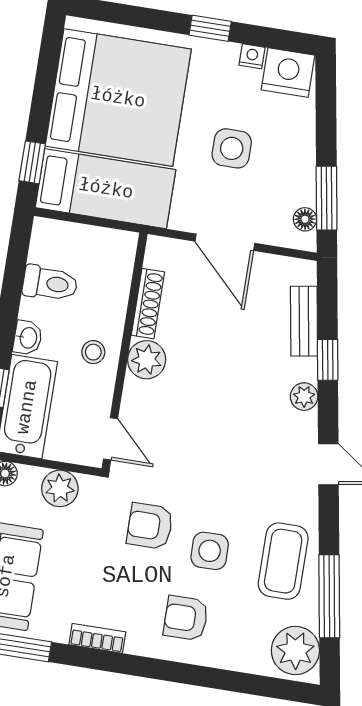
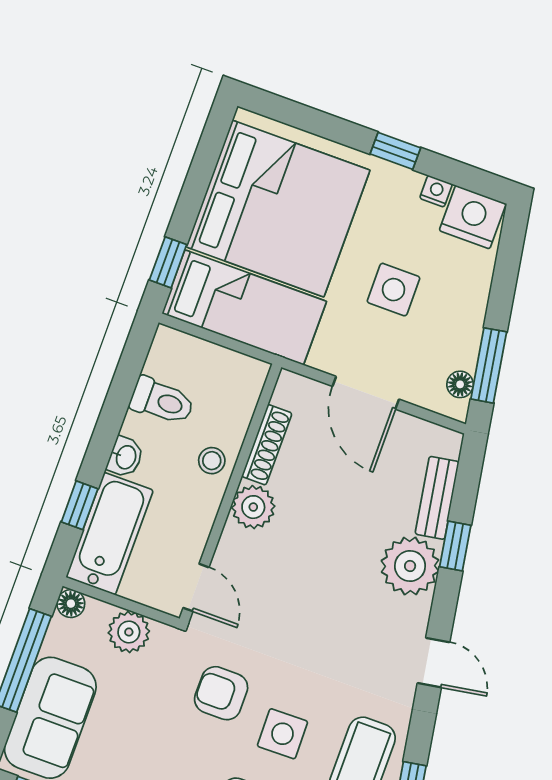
stool: (93, 352) -> (212, 461), moved
plant: (304, 397) -> (410, 566), width x1.88, depth x1.88

